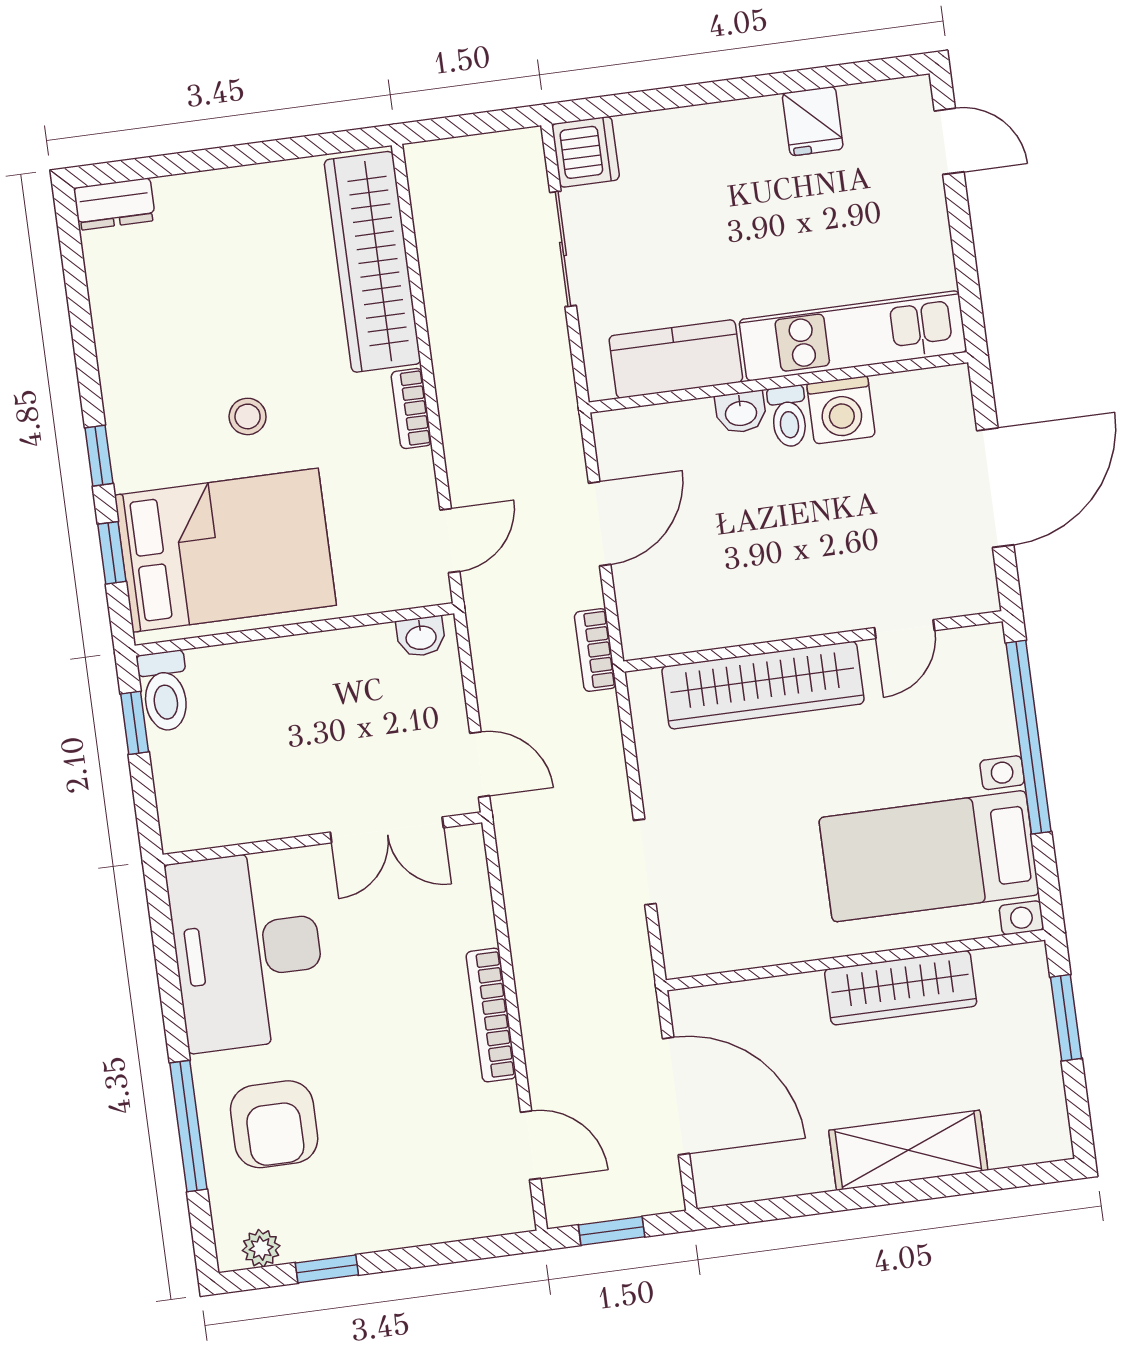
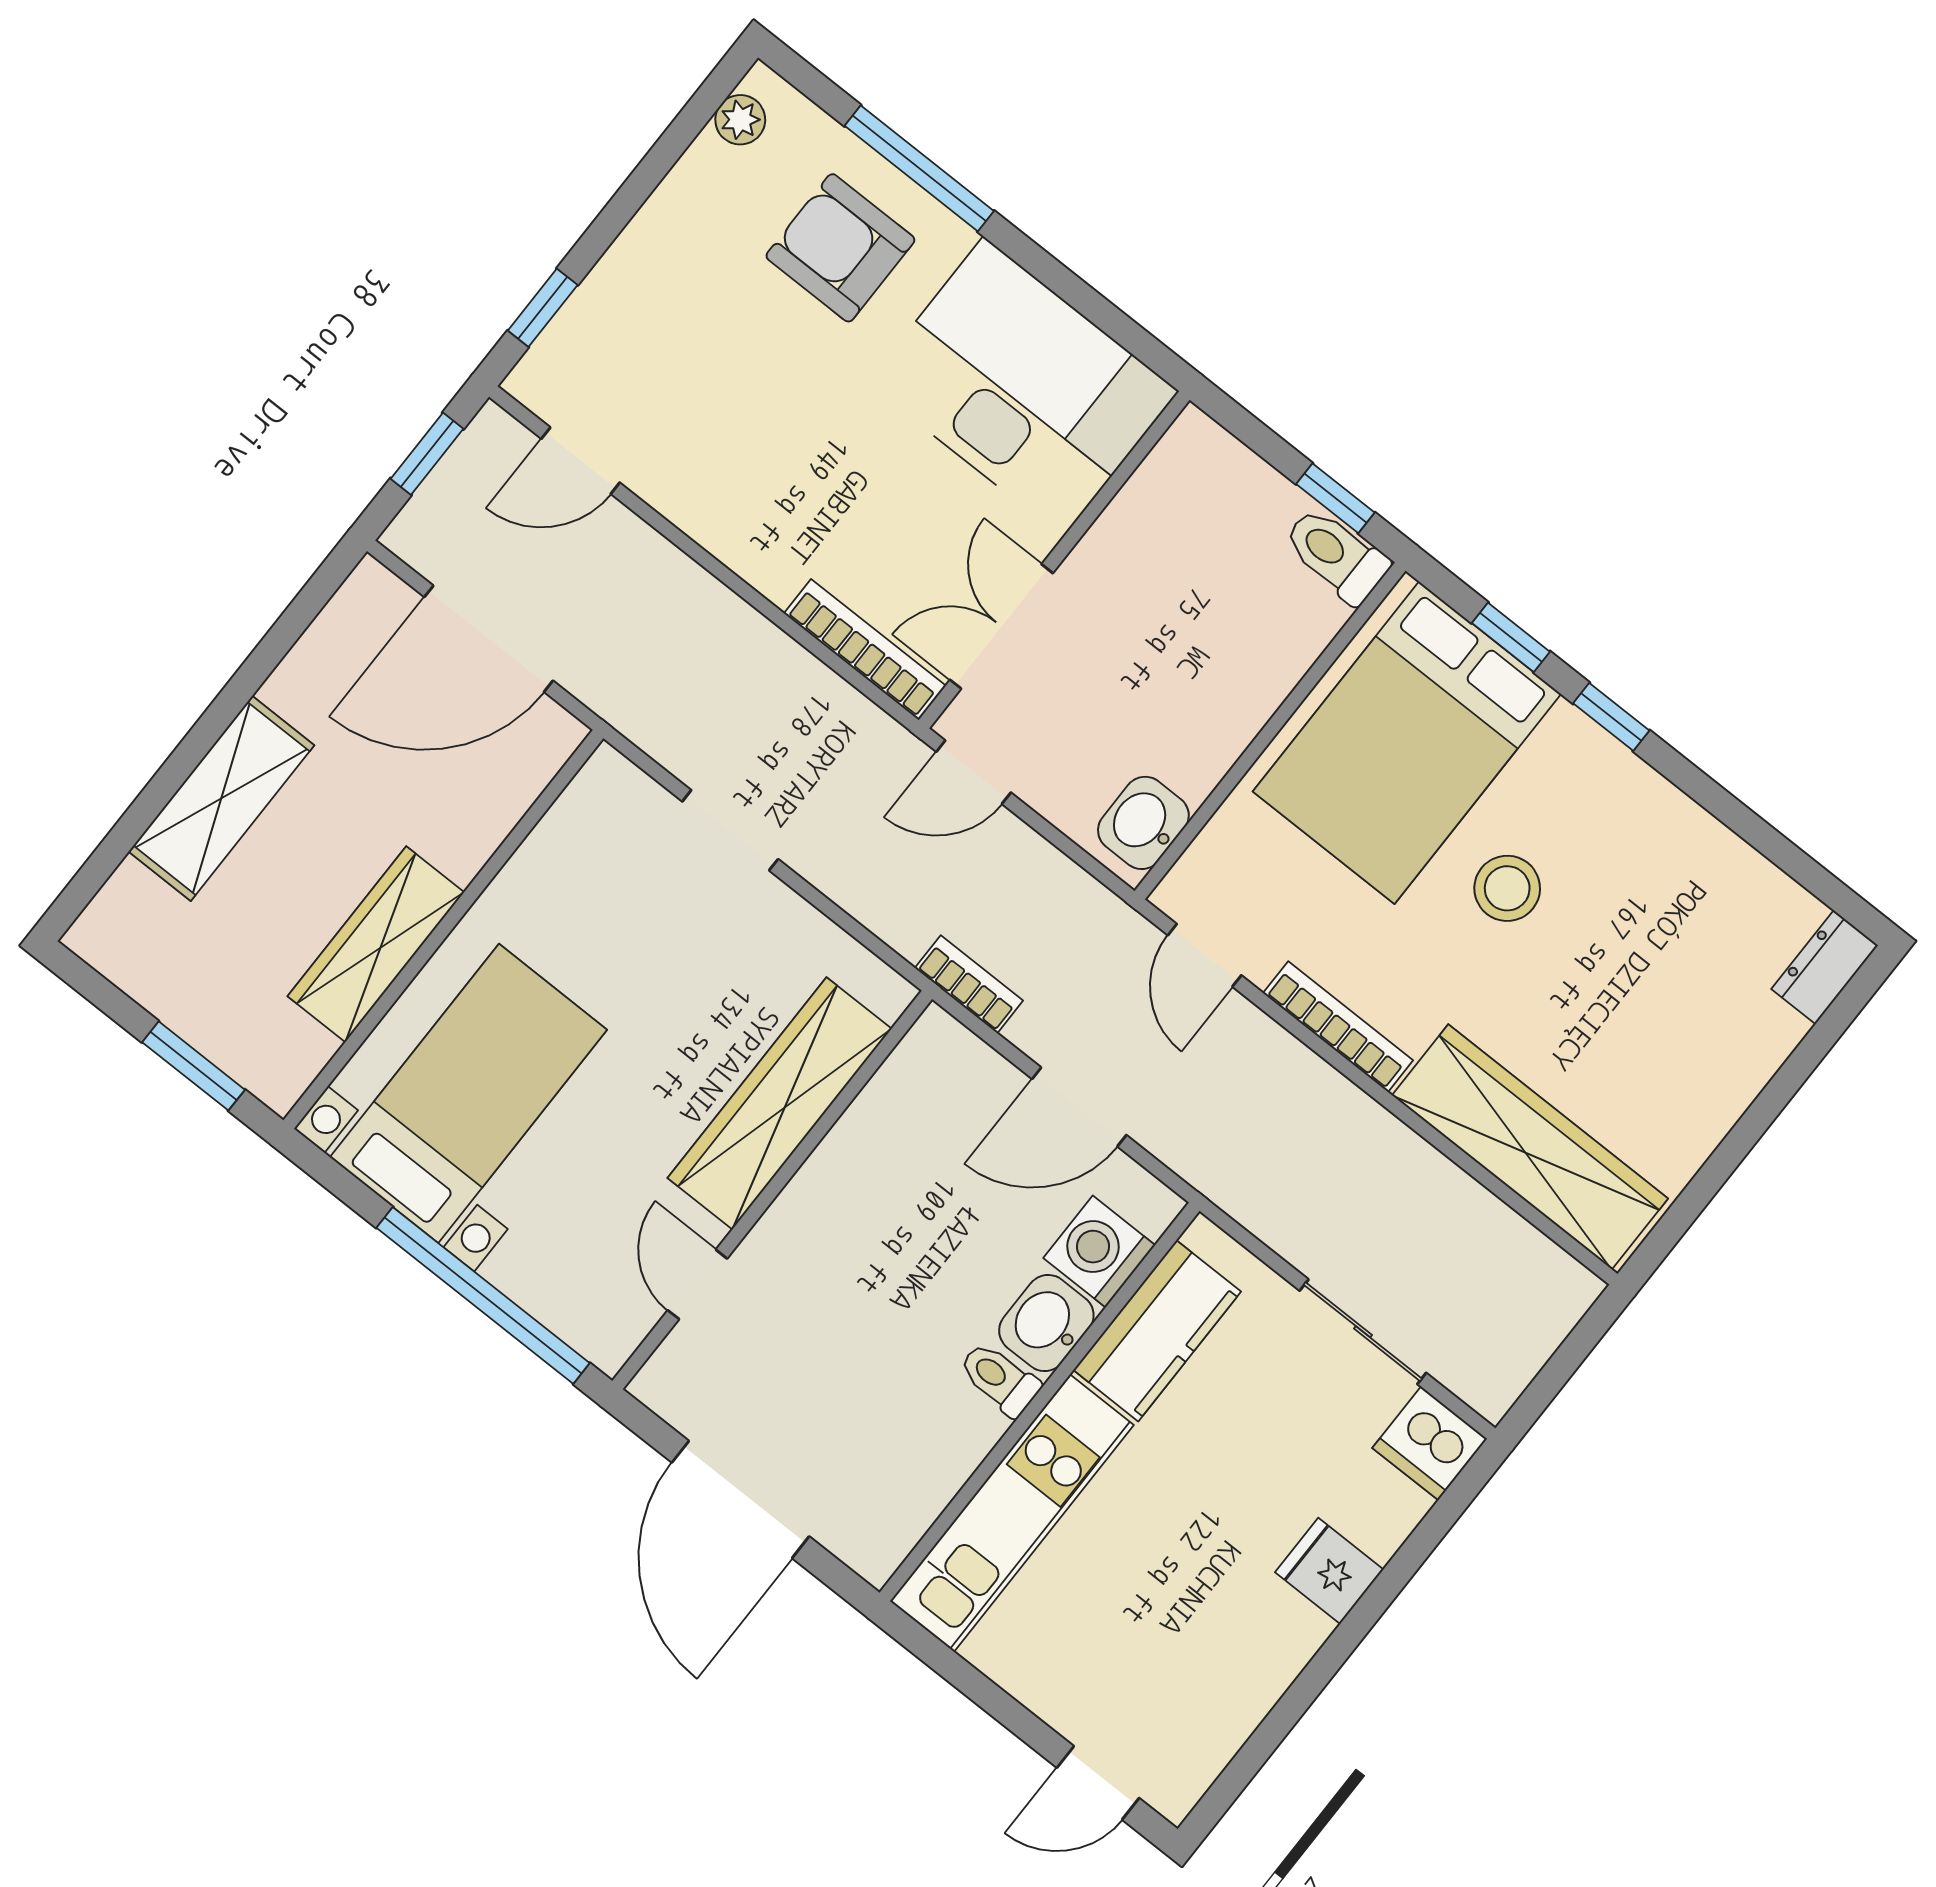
fridge: (813, 121) -> (1329, 1571), moved
bookcase: (411, 409) -> (1338, 1027), width x1.56
washing machine: (841, 410) -> (1099, 1252), moved
washbasin: (741, 412) -> (1046, 1323), width x1.38, depth x1.45
stool: (248, 416) -> (1507, 888), width x1.37, depth x1.37
door: (600, 524) -> (1079, 1107), hinge flipped
washbasin: (421, 637) -> (1143, 823), width x1.38, depth x1.45
bookcase: (491, 1015) -> (865, 650), moved
window: (327, 1269) -> (543, 308), moved

